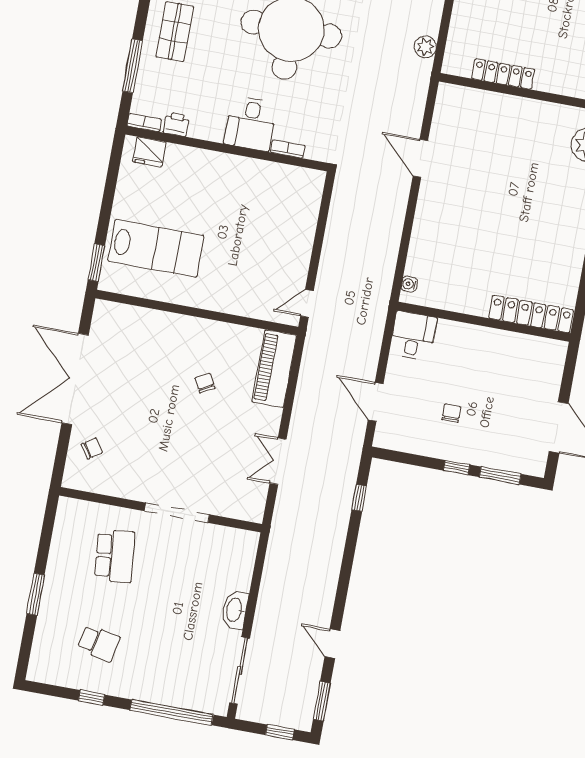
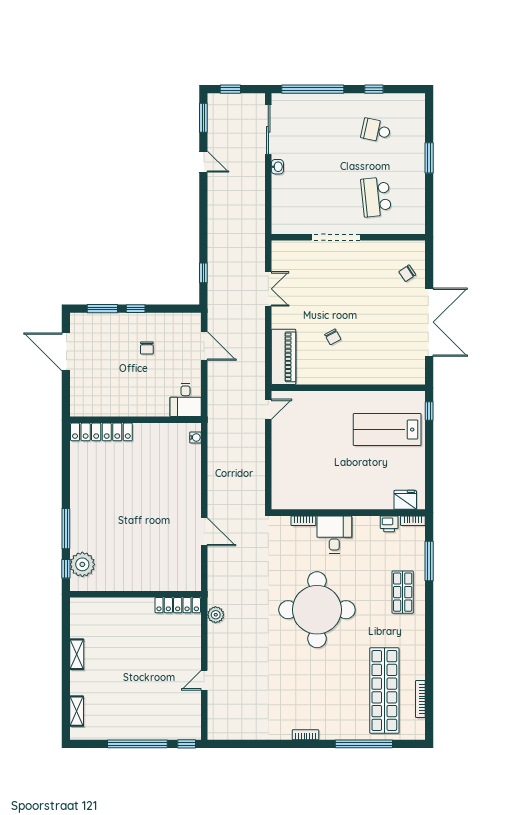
locker: (503, 74) -> (178, 605), moved
window: (96, 263) -> (429, 411), width x0.67
washbasin: (235, 610) -> (277, 167), width x0.52, depth x0.69

